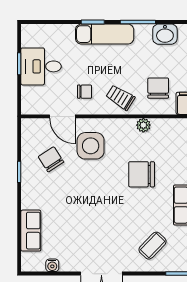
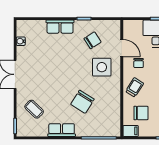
door: (62, 116) -> (122, 48), swing flipped
plant: (143, 125) -> (116, 103), removed
chair: (142, 174) -> (82, 102), turned -148
row of seats: (31, 231) -> (60, 27), moved

